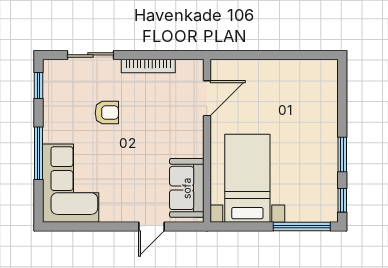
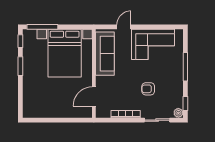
plant: (51, 68) -> (178, 113), added
bed with nightstands: (247, 178) -> (65, 53), width x1.36
corner sofa: (71, 183) -> (153, 44), moved, turned -90
sofa: (187, 188) -> (105, 54), width x1.36

